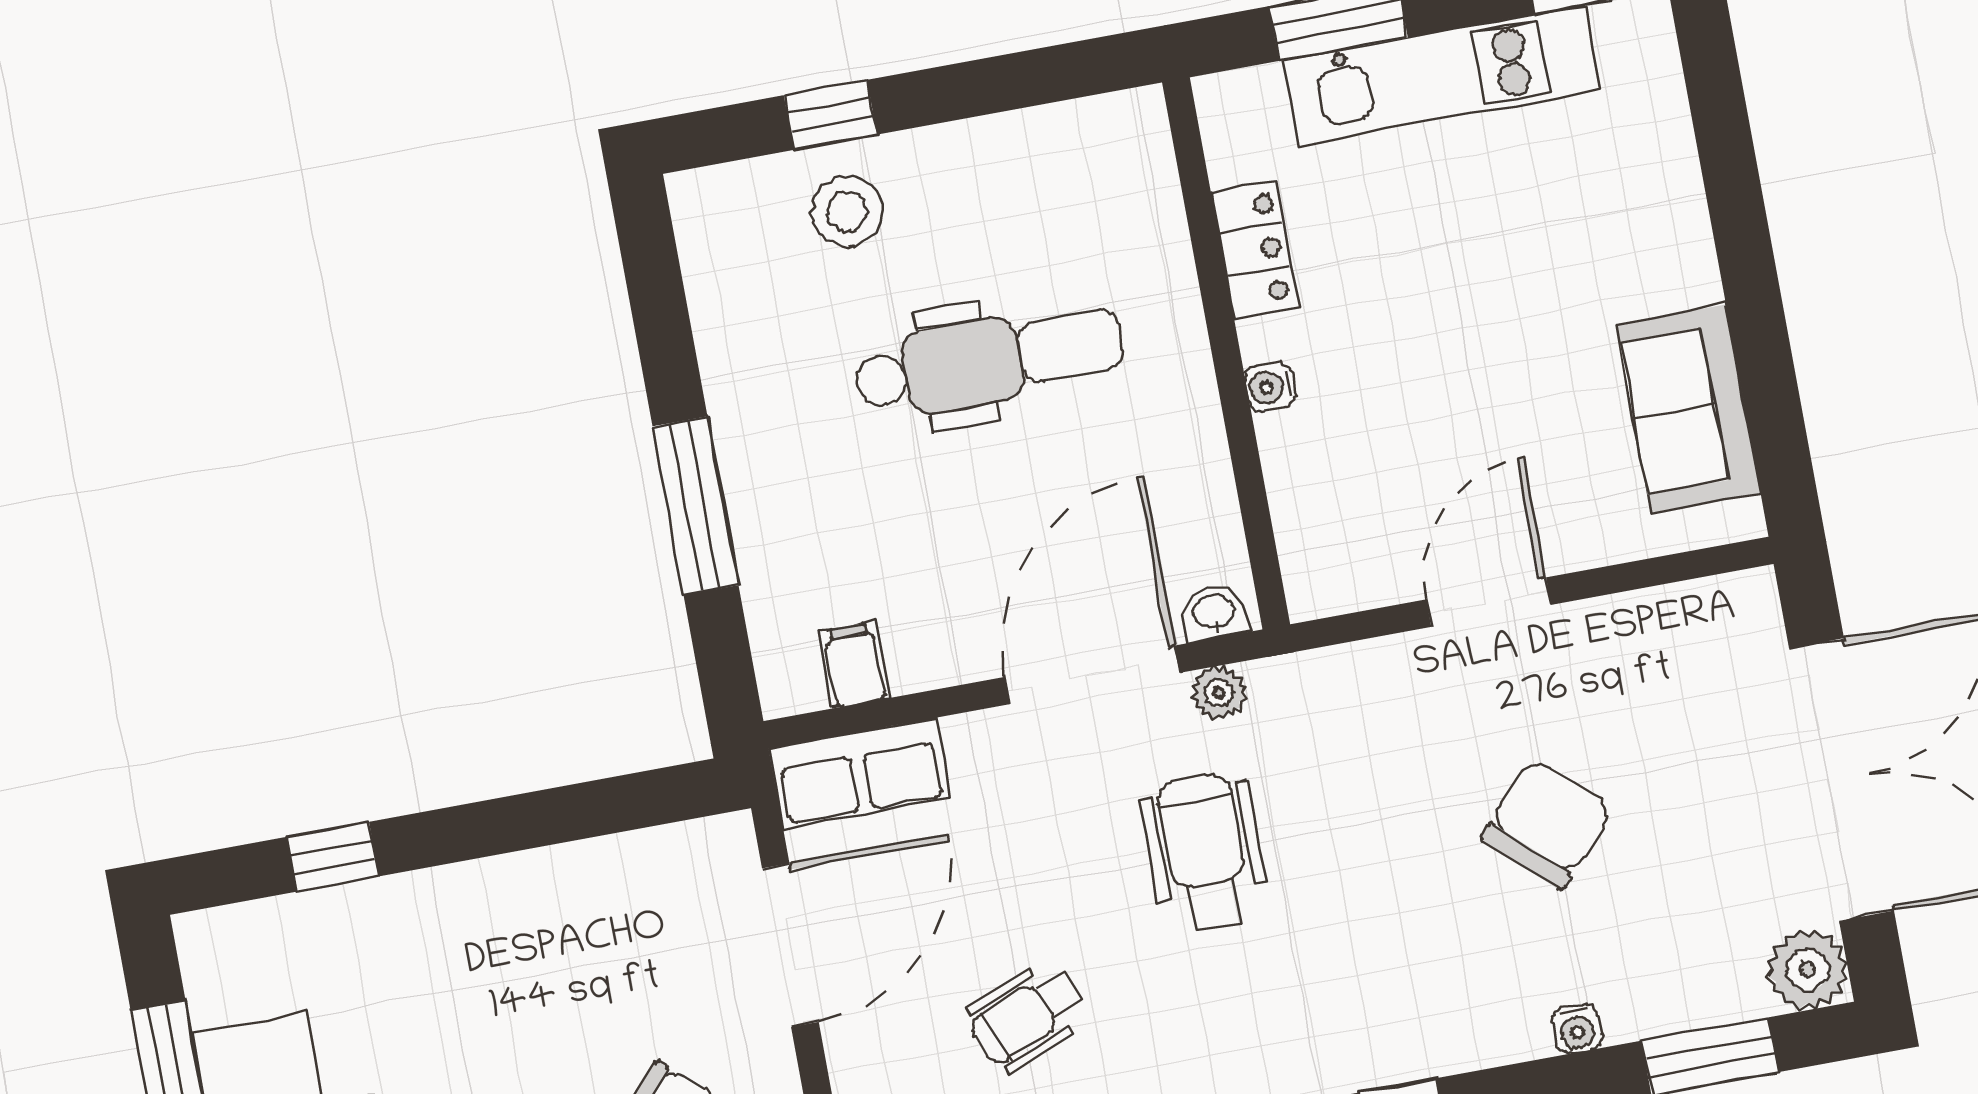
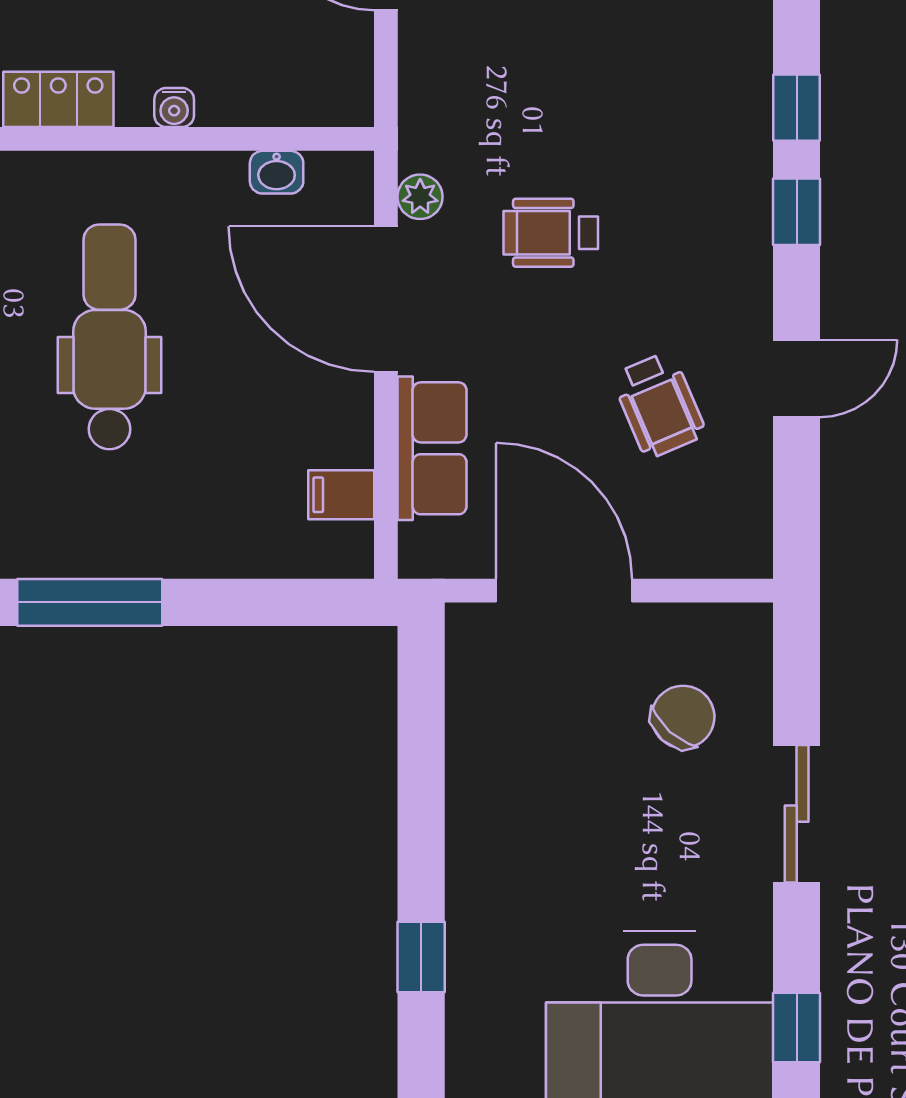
window: (696, 506) -> (90, 602), moved
washbasin: (1214, 612) -> (277, 172), moved, turned -90
row of seats: (860, 773) -> (432, 448), moved
wheelchair: (1205, 853) -> (551, 233), width x0.73, depth x0.73

